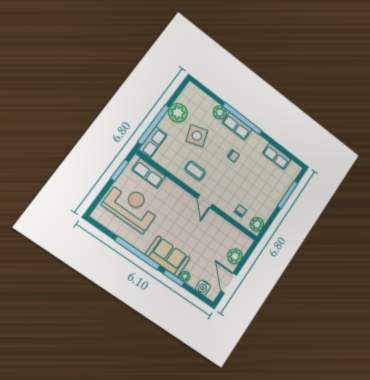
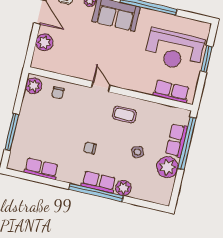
side table: (197, 136) -> (138, 152), width x0.54, depth x0.54
row of seats: (153, 142) -> (177, 140), moved
window: (120, 170) -> (207, 59), moved

